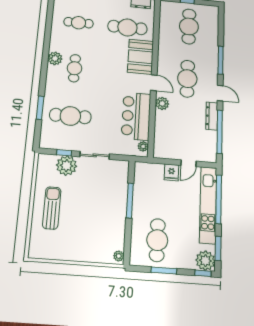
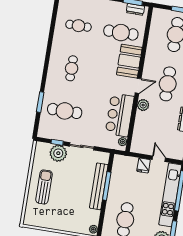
plant: (55, 58) -> (56, 58), removed
door: (154, 83) -> (138, 86), hinge flipped
door: (189, 163) -> (159, 159), swing flipped
bench: (120, 202) -> (99, 186), added

